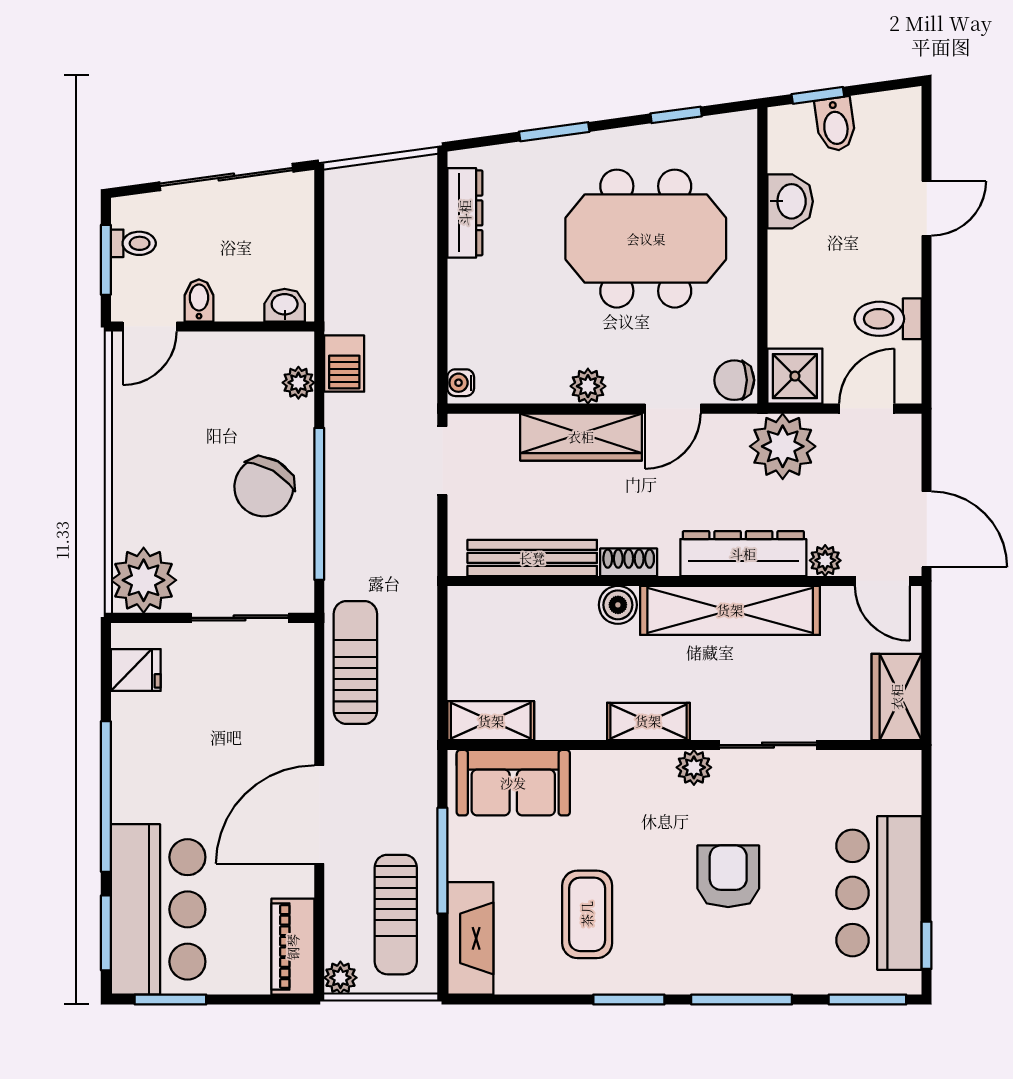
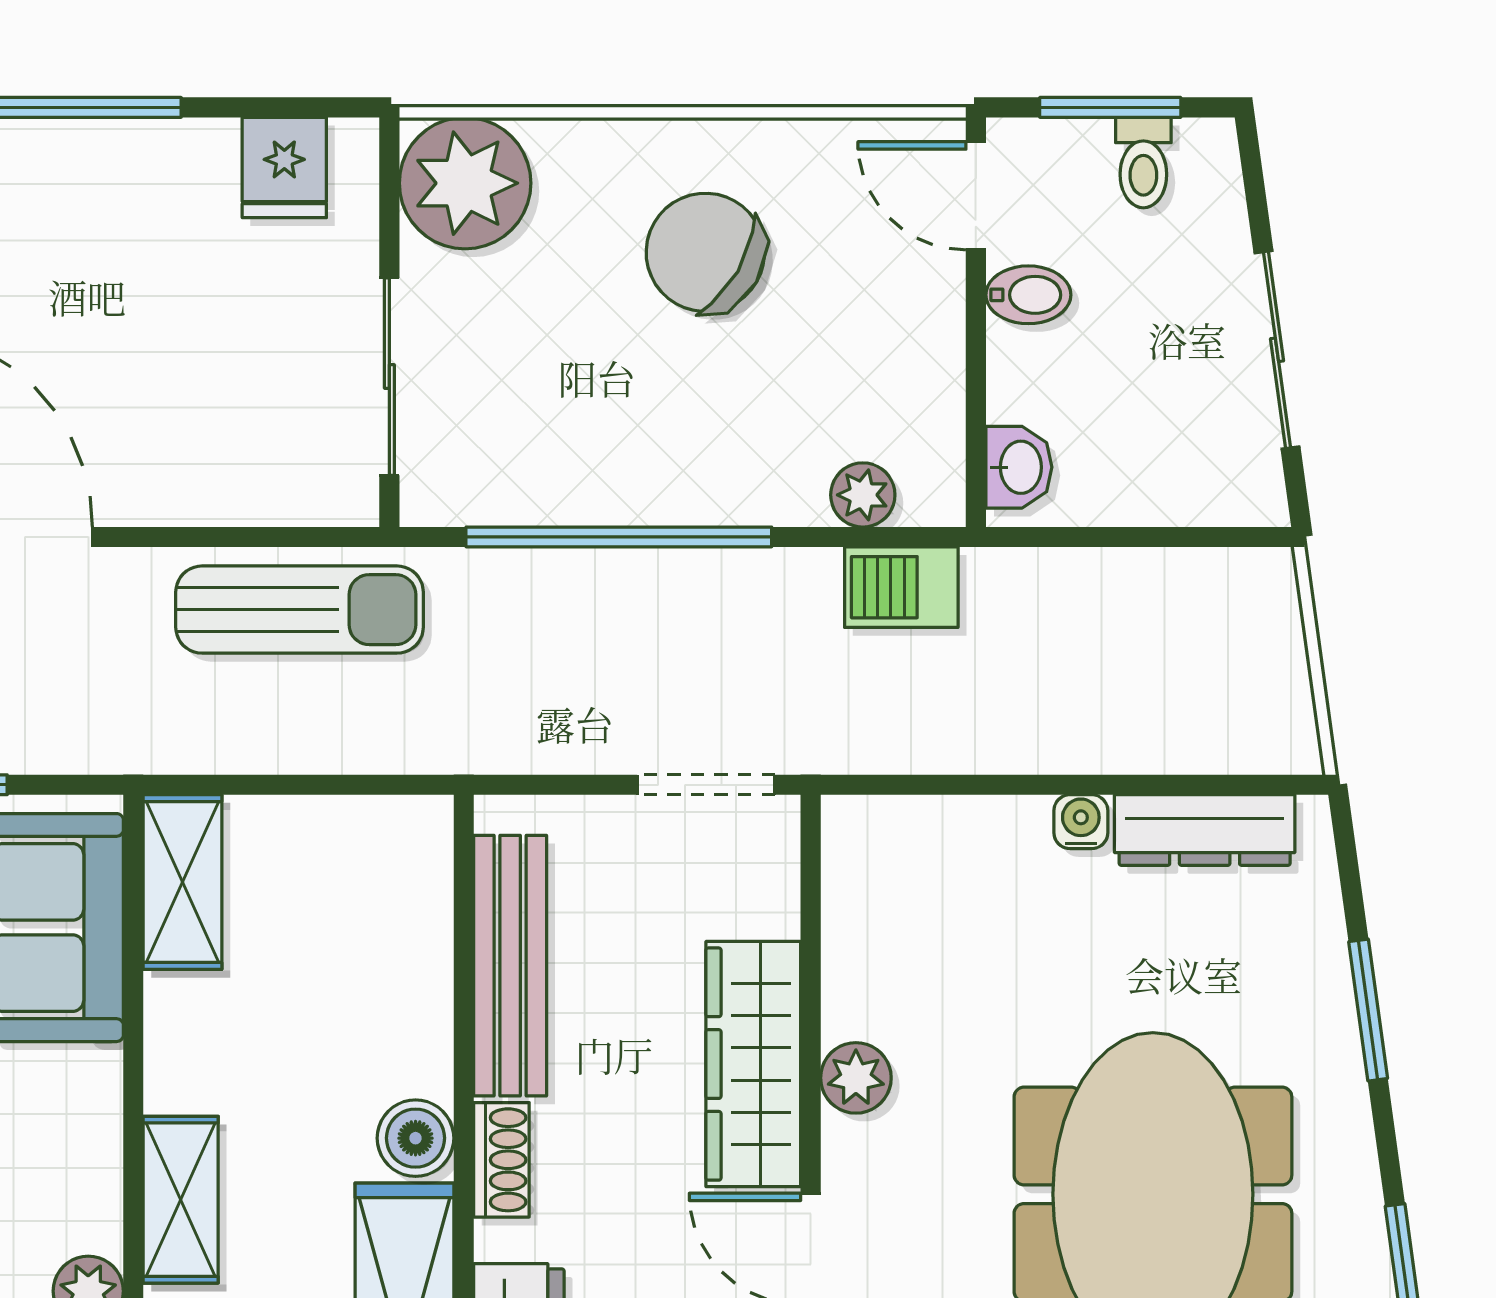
sliding door: (226, 177) -> (1277, 350), width x0.73
water cooler: (461, 383) -> (1081, 822), moved
chair: (264, 487) -> (705, 252), moved

